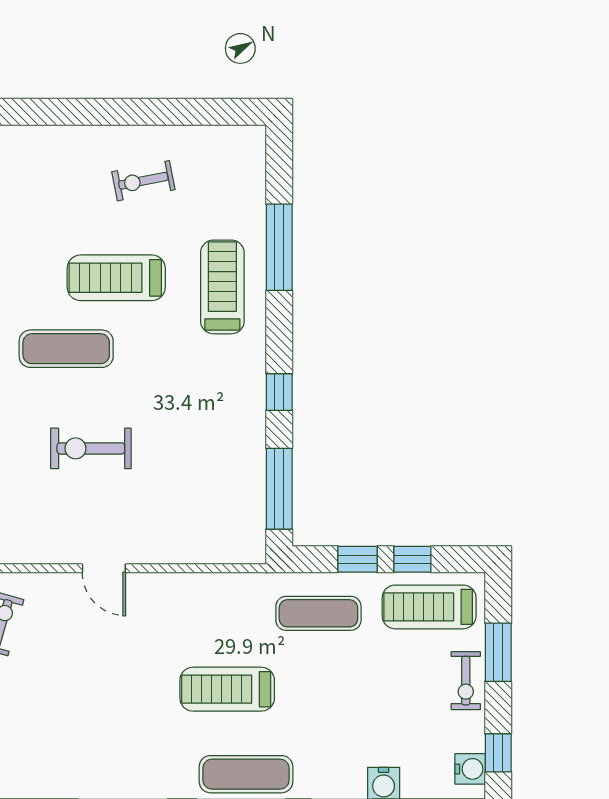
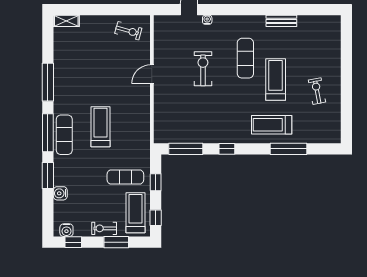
treadmill: (222, 287) -> (272, 125), turned 180
window: (412, 559) -> (156, 218), moved
exercise mat: (318, 613) -> (125, 177), moved, turned 90

